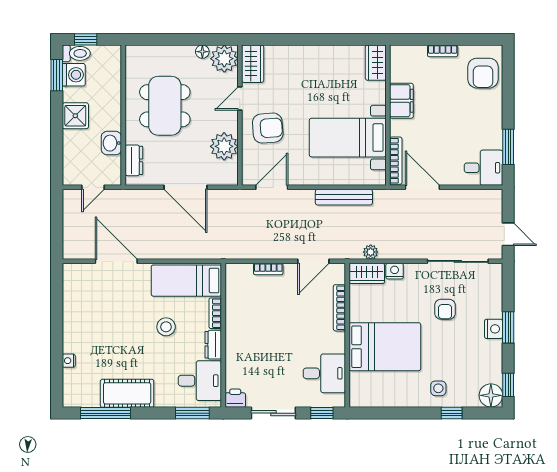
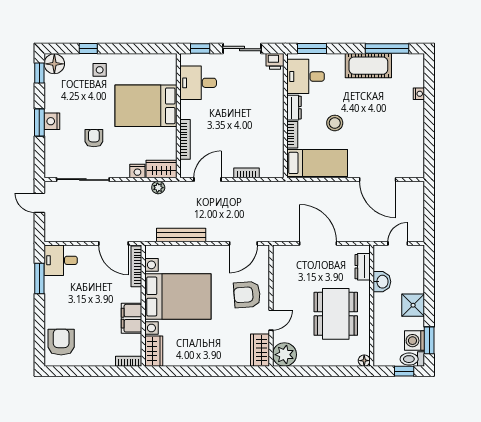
bookcase: (443, 51) -> (129, 361), moved
floor lamp: (202, 52) -> (364, 361), moved
bed with nightstands: (348, 138) -> (178, 296), width x1.36
plant: (224, 146) -> (285, 279), removed

